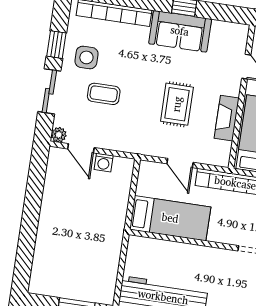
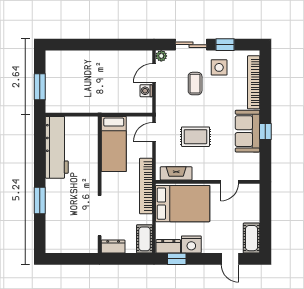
fireplace: (227, 118) -> (176, 173), moved
door: (180, 163) -> (154, 132), moved

